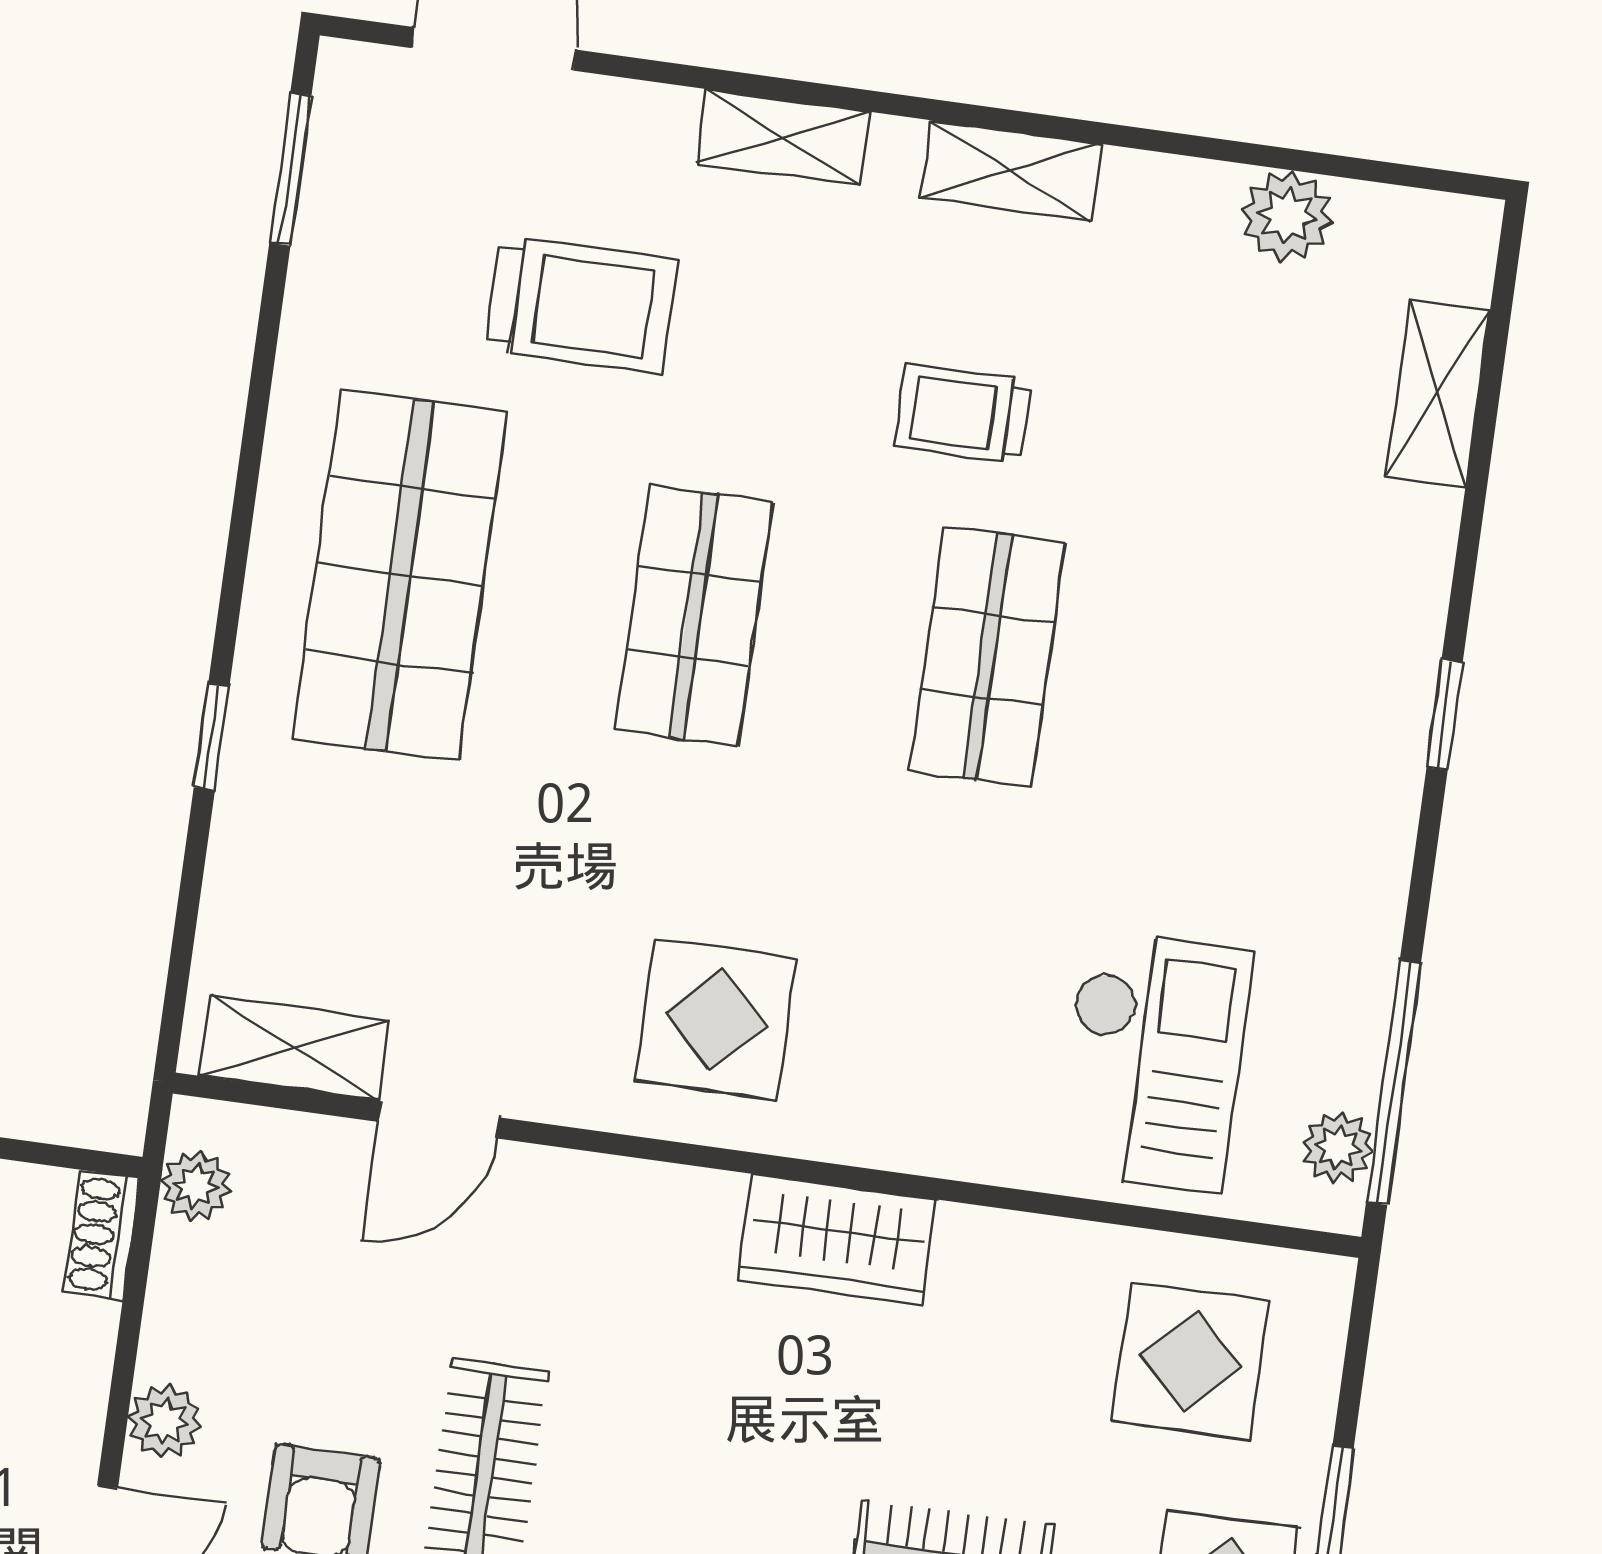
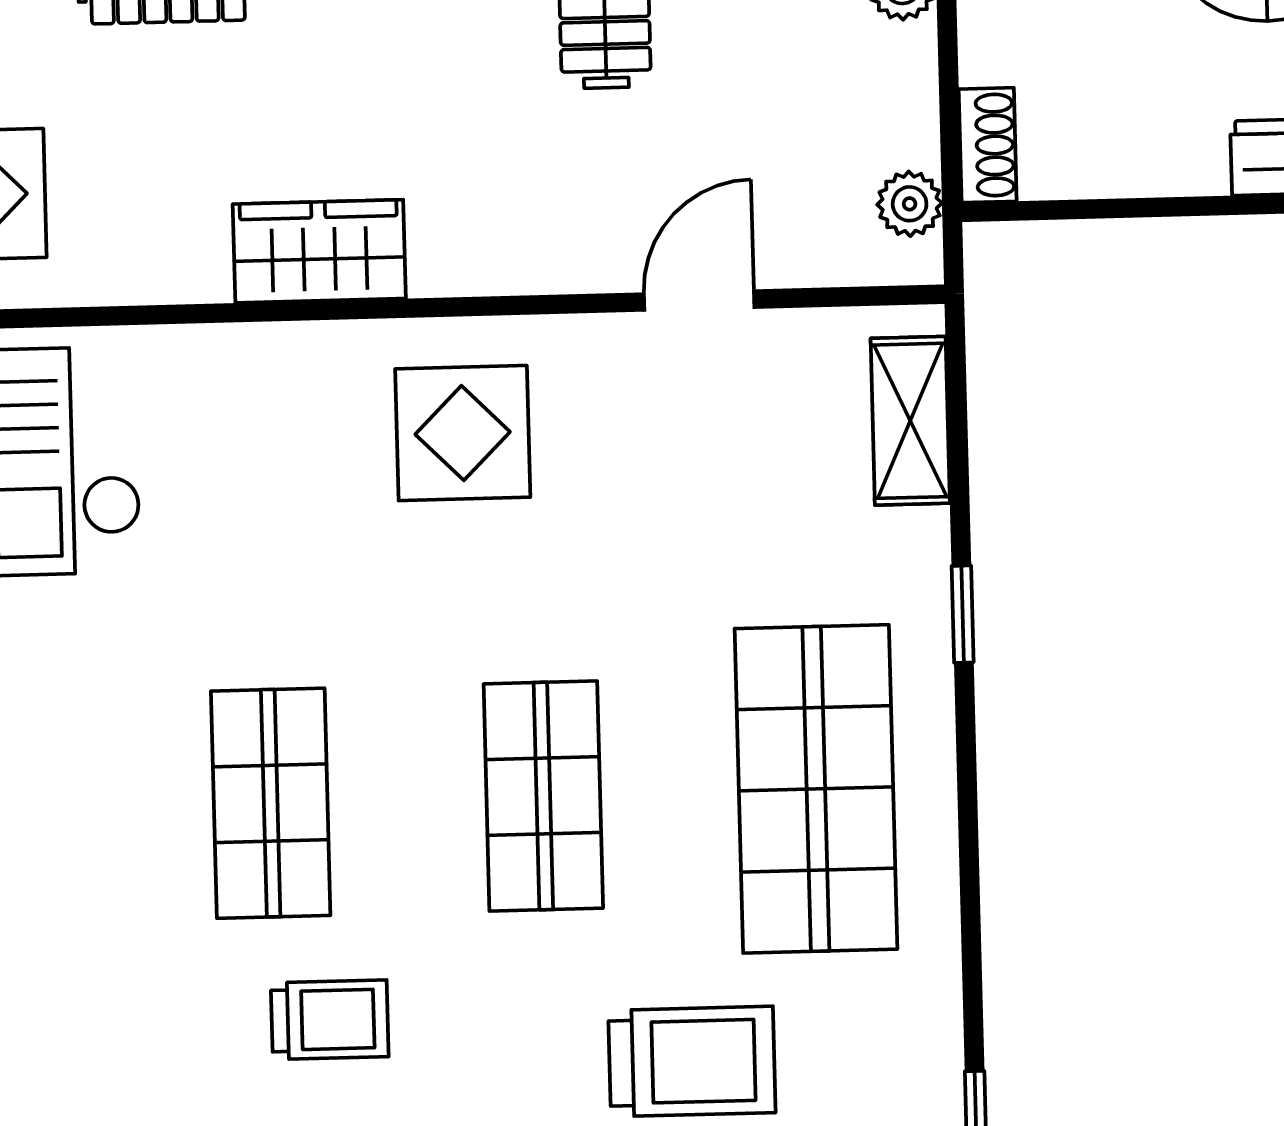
trolley: (581, 305) -> (692, 1061), turned 180
shelving: (295, 1048) -> (910, 421), moved, turned 90

